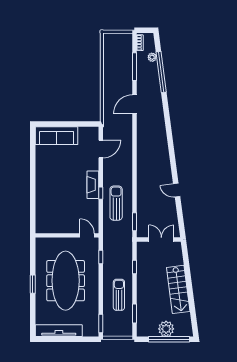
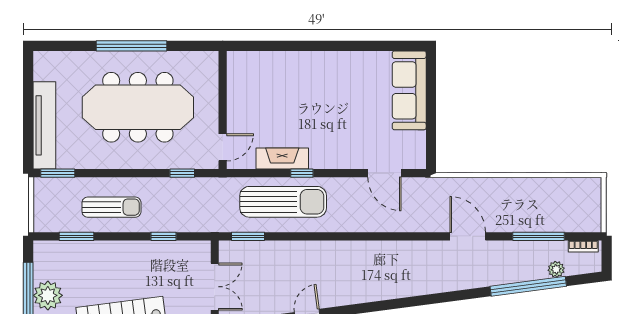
fireplace: (93, 185) -> (282, 158), moved
sun lounger: (116, 203) -> (283, 202), width x1.36, depth x1.34
window: (33, 284) -> (132, 46), width x2.11
tv unit: (59, 331) -> (44, 125), moved

